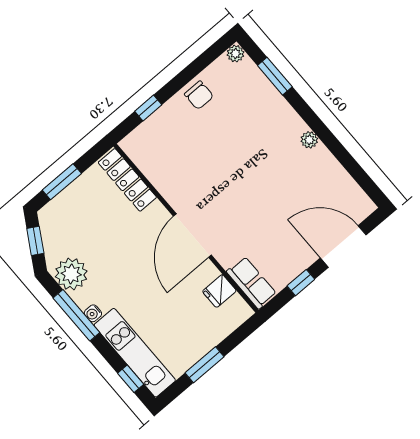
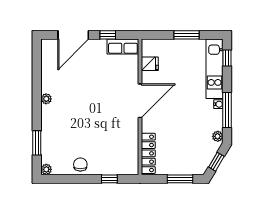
door: (343, 246) -> (73, 35), hinge flipped
plant: (71, 274) -> (218, 136), width x0.53, depth x0.53
row of seats: (252, 283) -> (123, 46), moved, turned -90

